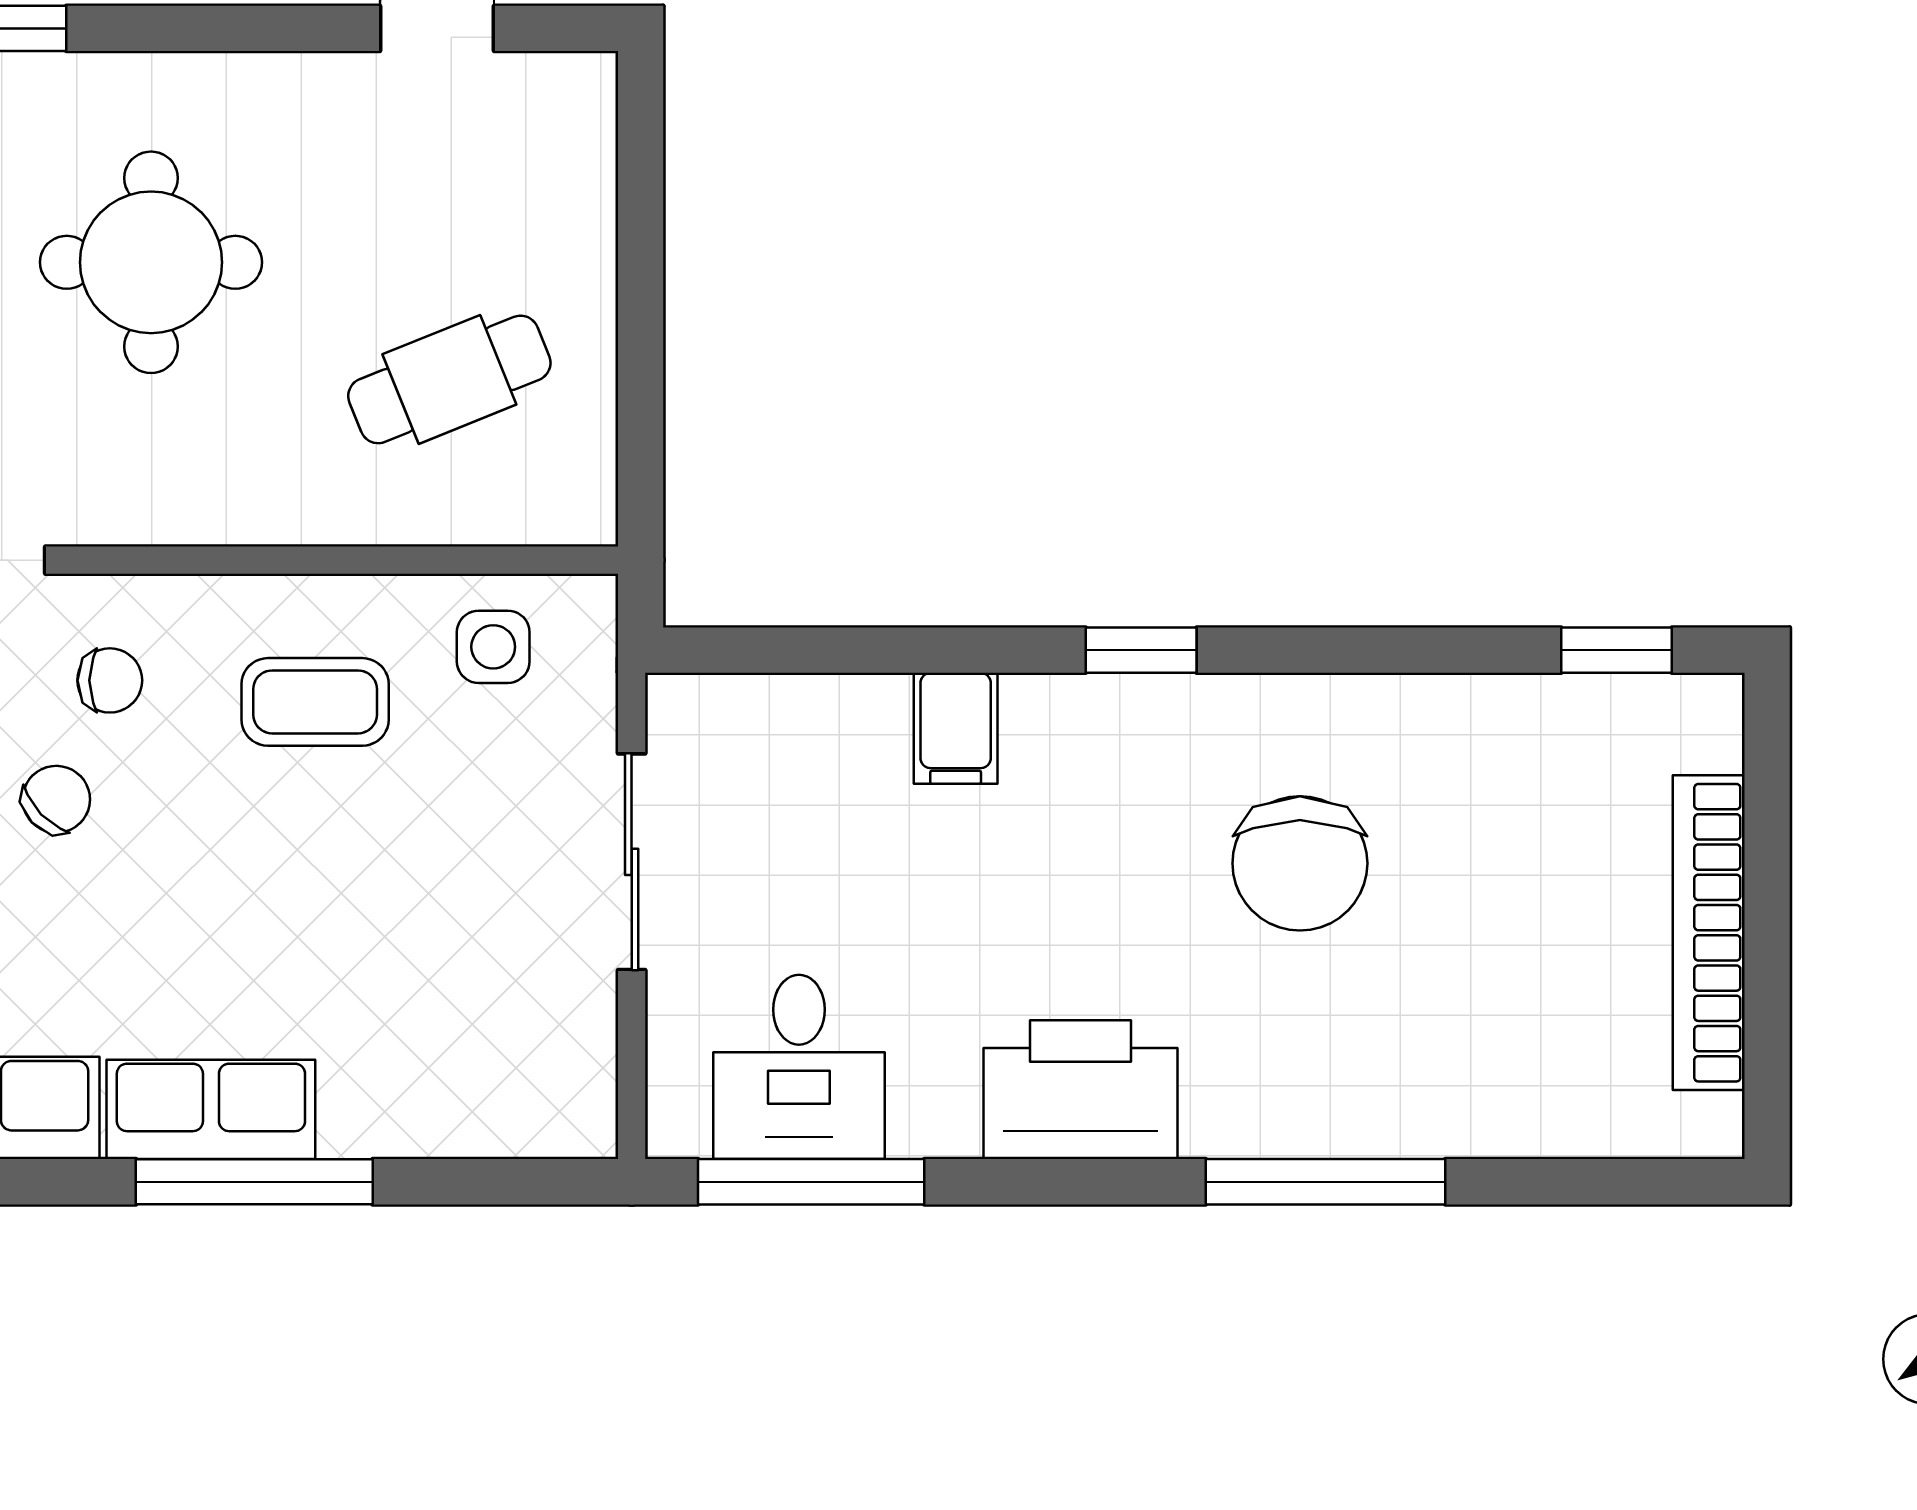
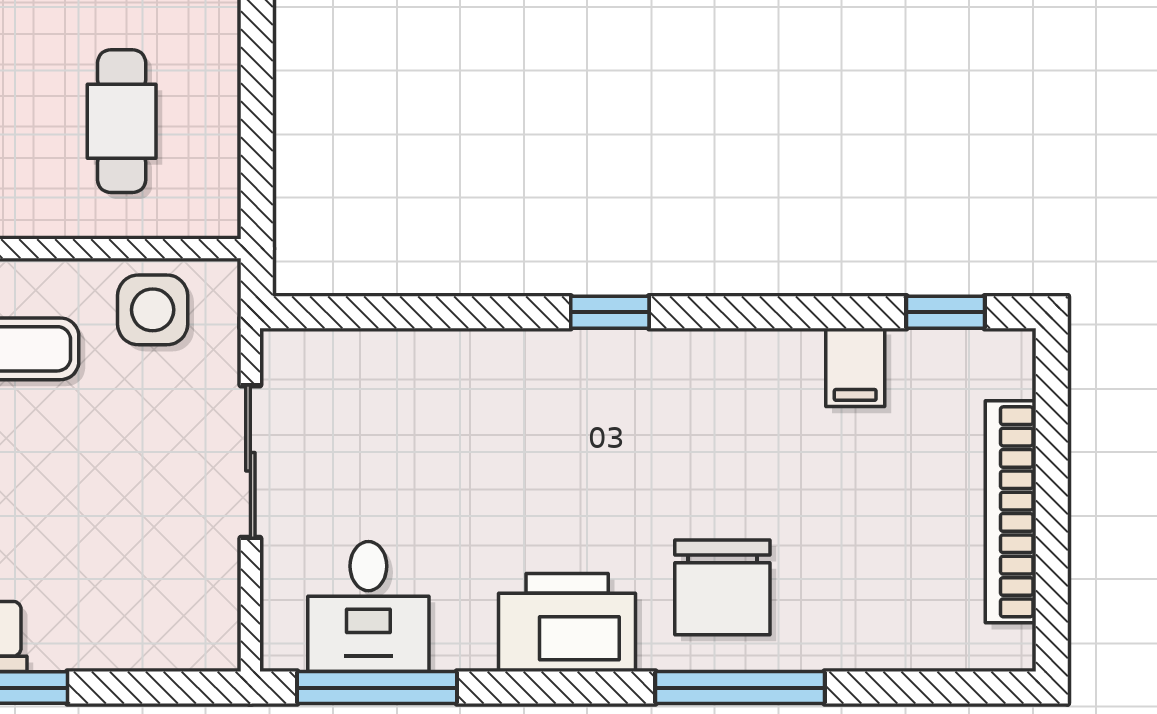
cafe table: (449, 379) -> (122, 121), turned -68
side table: (493, 647) -> (153, 310), width x1.37, depth x1.37
filing cabinet: (956, 728) -> (855, 367), moved
chair: (1300, 863) -> (722, 587), moved

